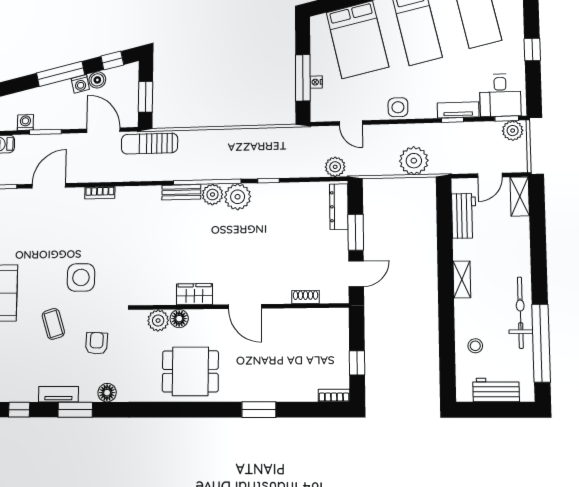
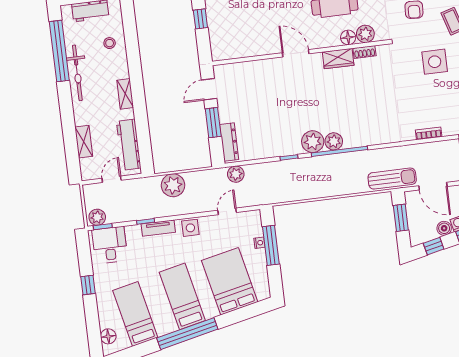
tv unit: (458, 110) -> (158, 228), moved
door: (351, 123) -> (227, 211), hinge flipped
bench: (181, 192) -> (360, 141), removed
shelving: (520, 197) -> (84, 142), moved
workbench: (464, 216) -> (129, 145), width x1.38
shoe rack: (305, 297) -> (365, 52), moved

